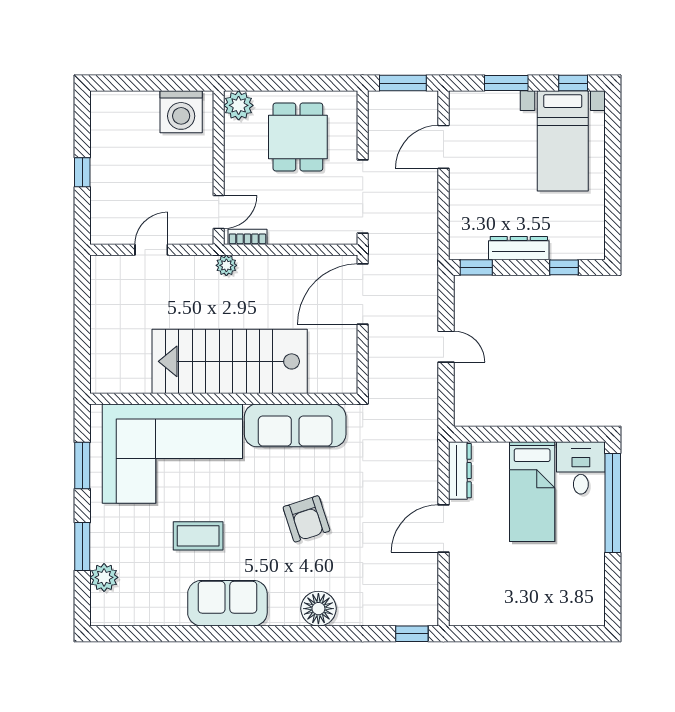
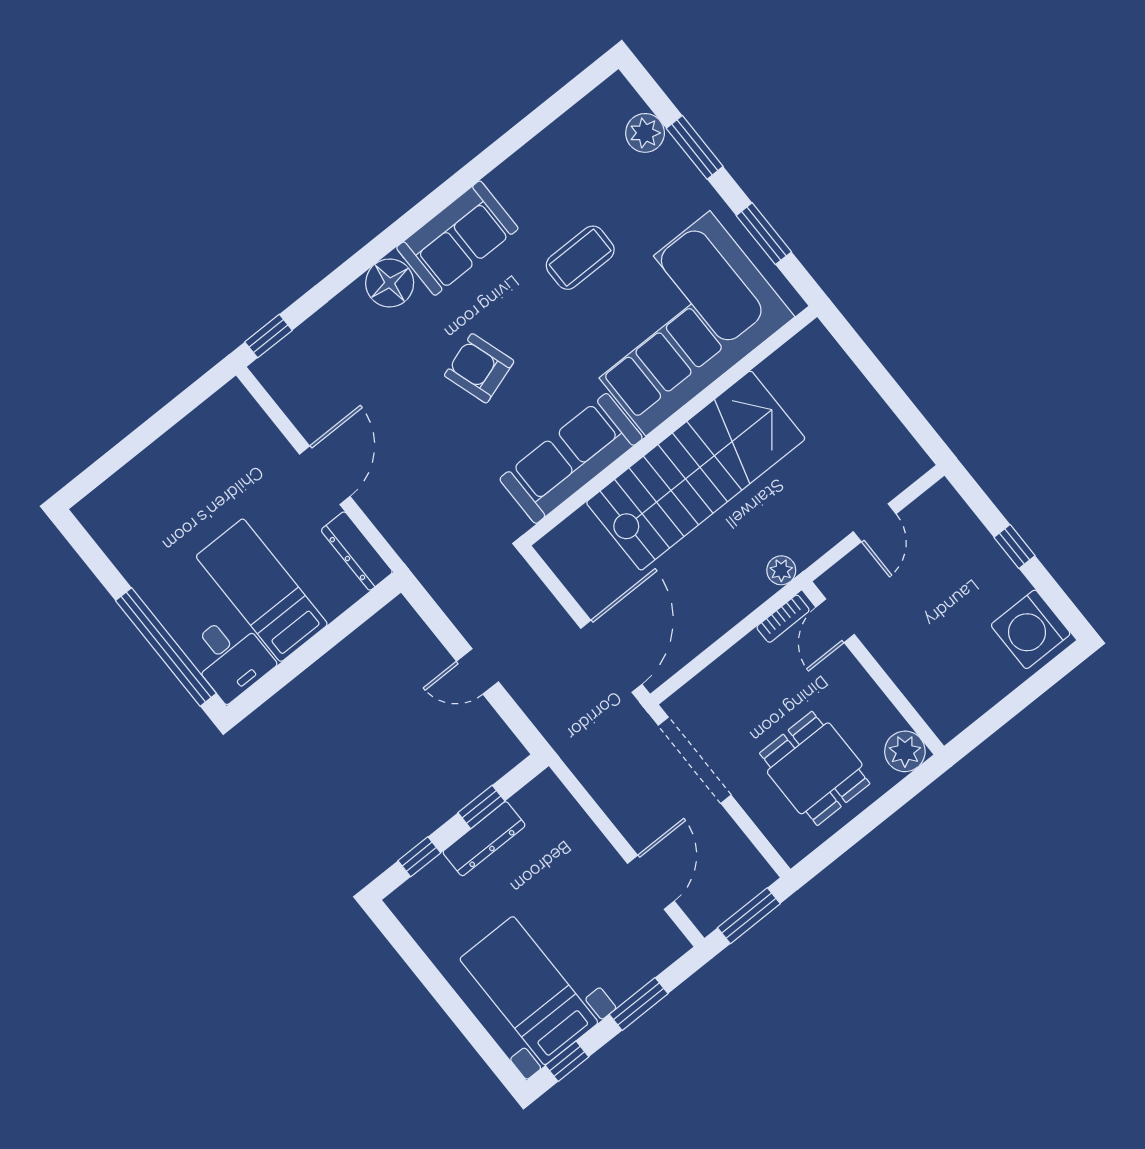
washing machine: (181, 112) -> (1031, 629), moved, turned -90
window: (476, 267) -> (481, 807), moved
sofa: (227, 603) -> (457, 238), moved

